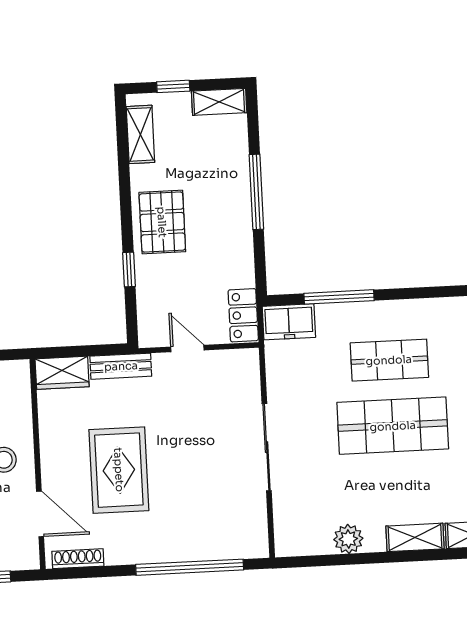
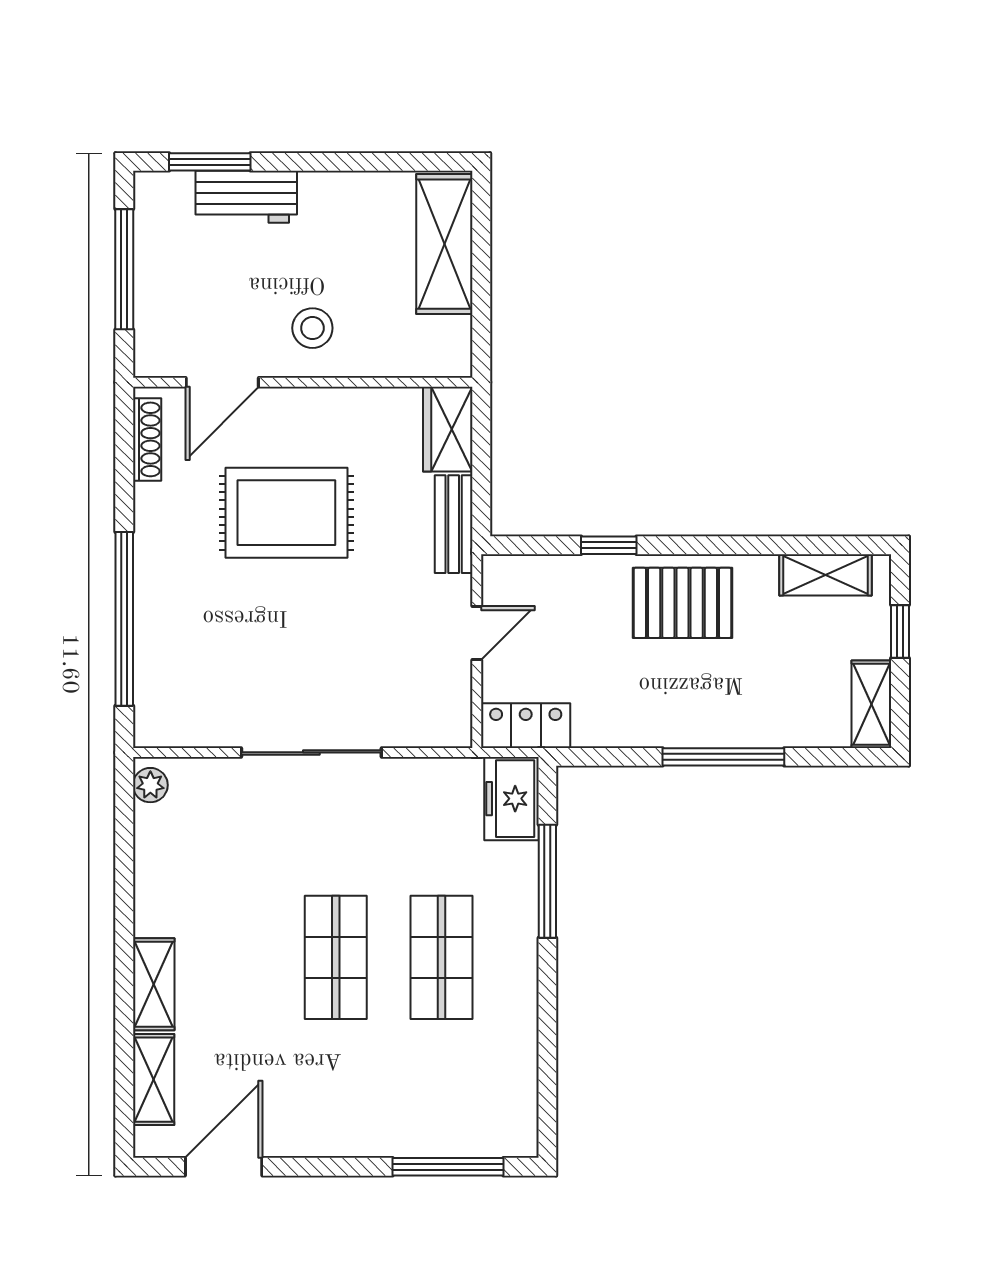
shop shelf: (393, 426) -> (336, 957), width x0.70, depth x0.74
plant: (348, 539) -> (150, 785), moved, width x0.73, depth x0.73

